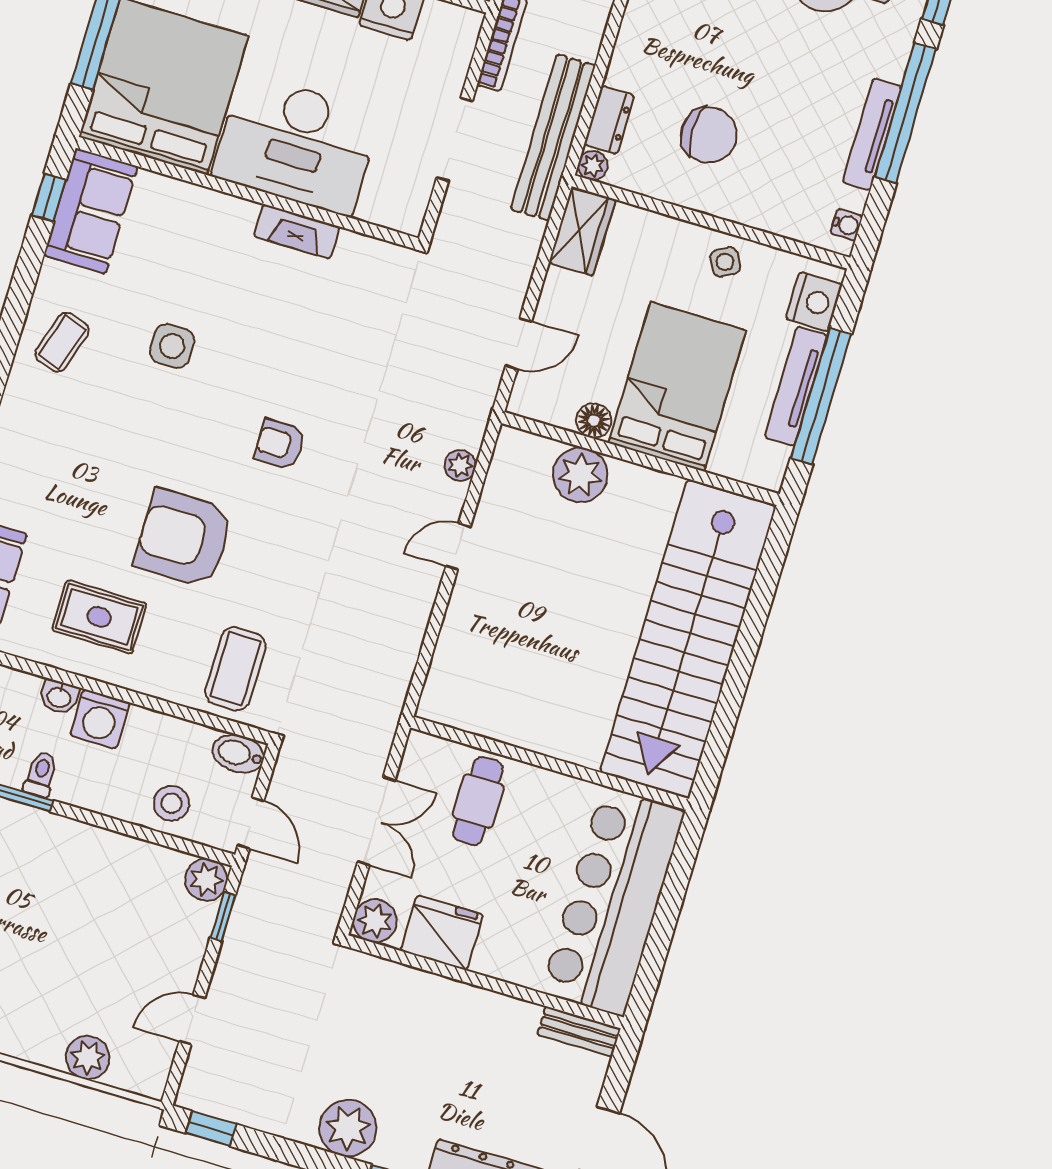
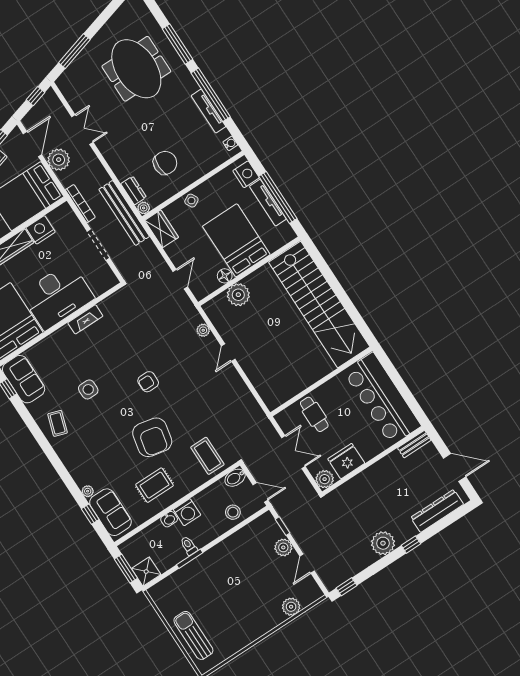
side table: (725, 262) -> (191, 201), moved
armchair: (184, 538) -> (152, 437), turned -78
plant: (206, 880) -> (283, 547), moved

